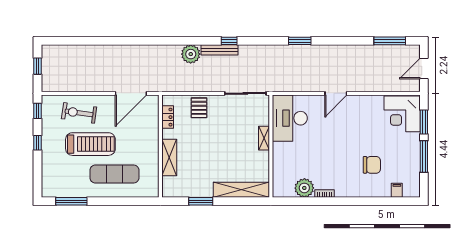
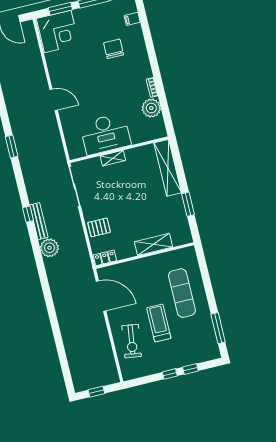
window: (38, 111) -> (190, 369), moved
locker: (168, 117) -> (105, 258), moved
desk: (290, 118) -> (105, 134), moved
treadmill: (90, 144) -> (159, 323), width x0.73, depth x0.73

